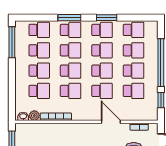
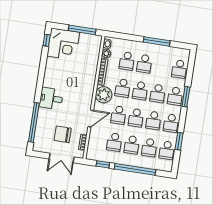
window: (107, 18) -> (179, 141), moved
window: (12, 42) -> (157, 41), moved
school desk: (39, 50) -> (162, 66), removed
plant: (82, 111) -> (104, 95), added

